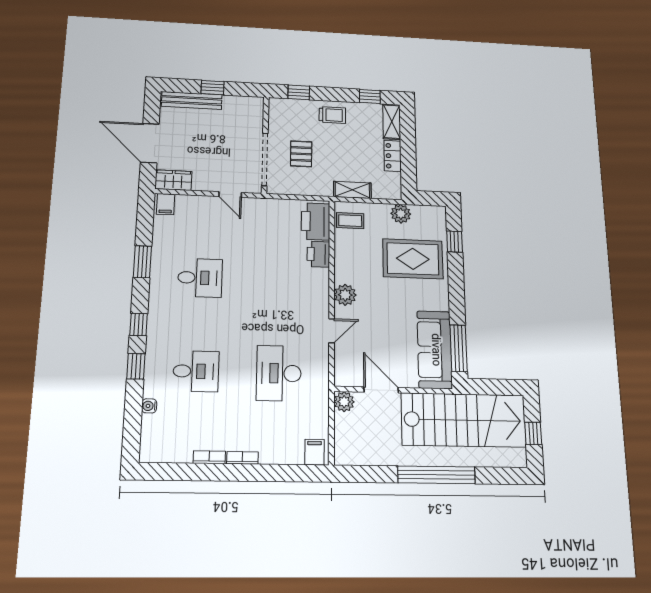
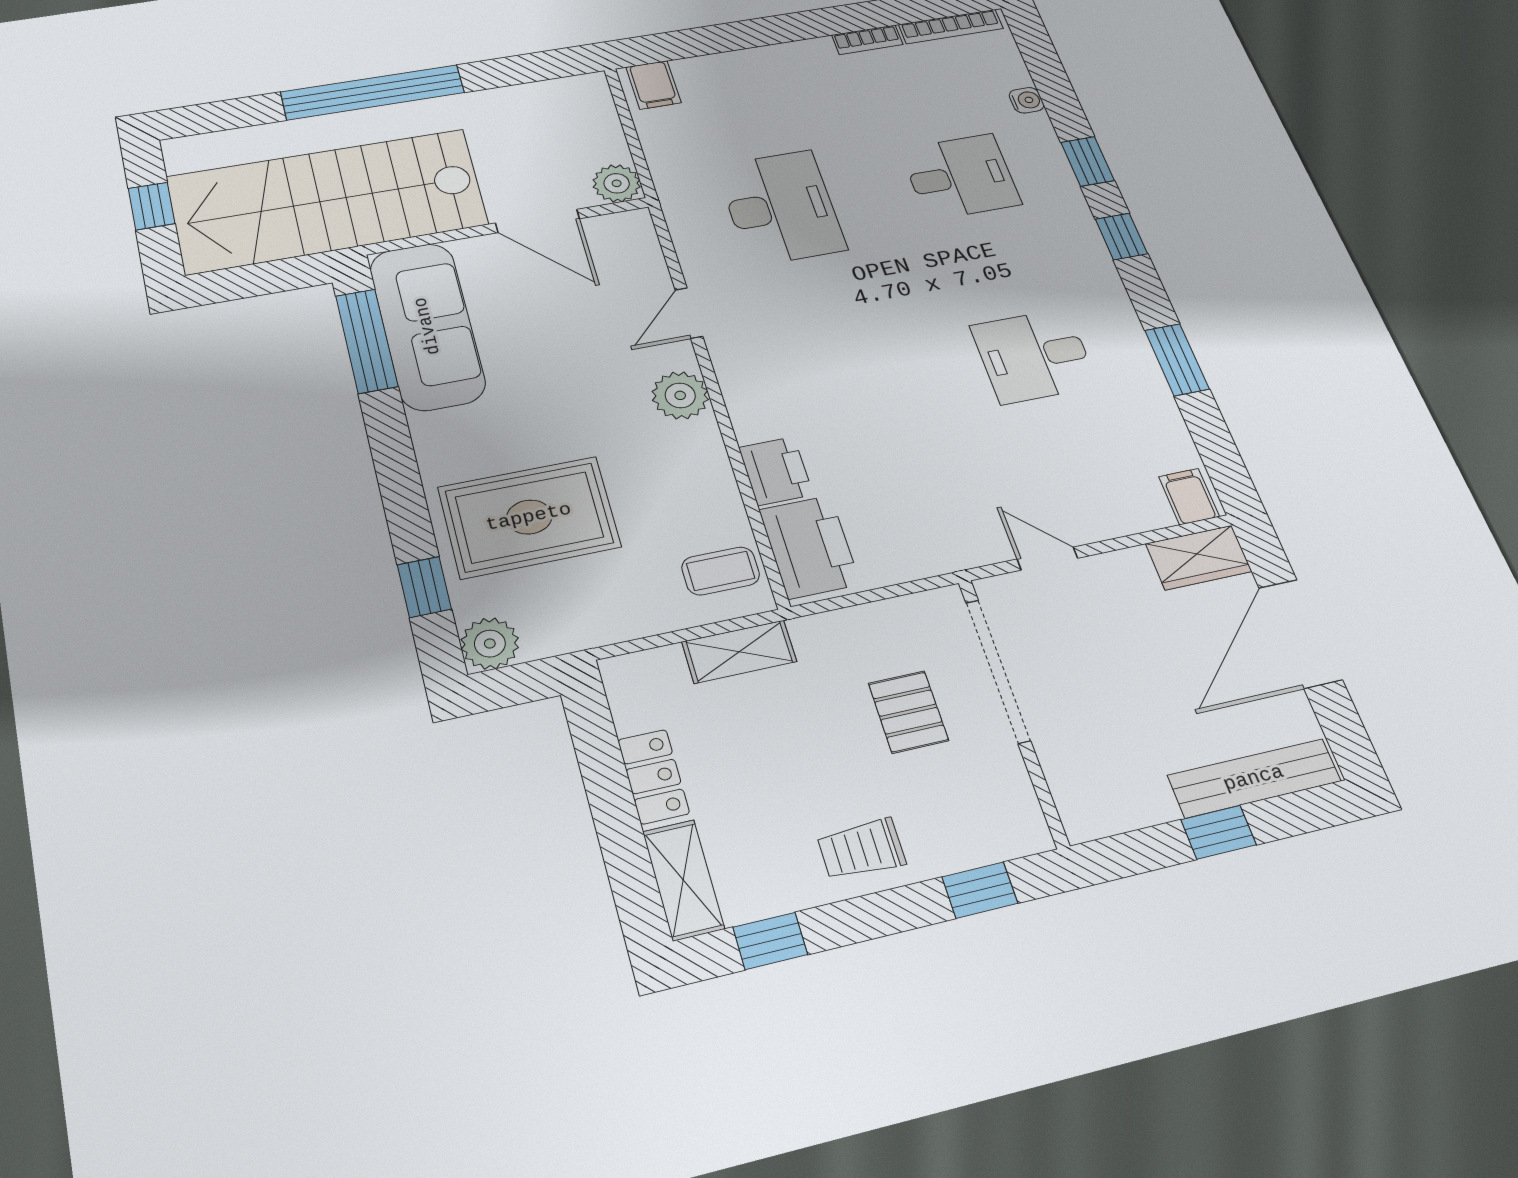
door: (150, 143) -> (1300, 634), swing flipped
plant: (401, 214) -> (490, 644), moved
desk: (196, 371) -> (960, 177), turned 180
bookcase: (243, 458) -> (951, 27), moved, width x1.56

